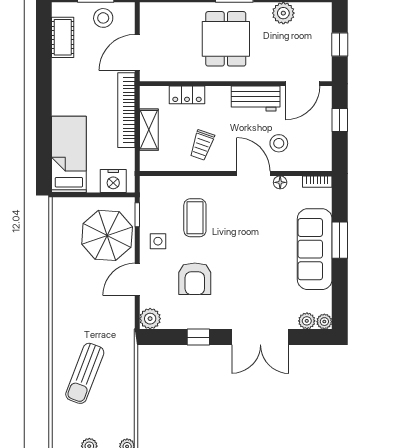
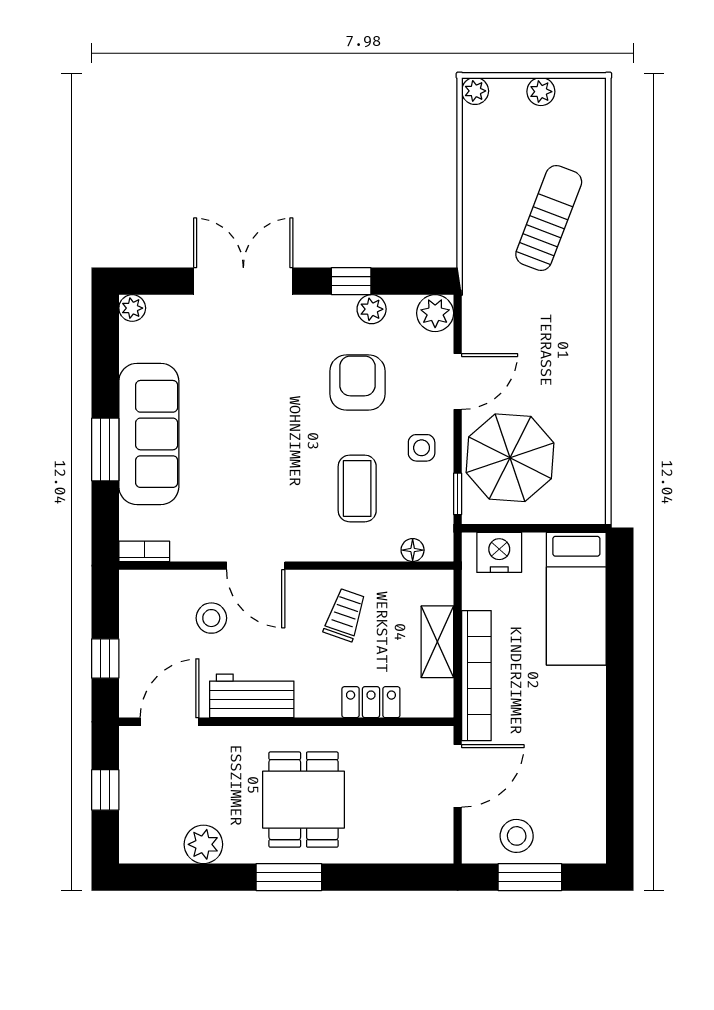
cot: (63, 37) -> (587, 802), removed
floor lamp: (280, 182) -> (413, 550), moved
plant: (307, 321) -> (372, 309), moved

